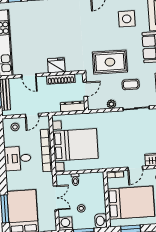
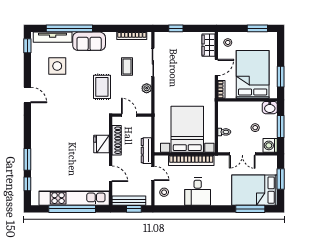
rug: (110, 62) -> (102, 87), width x0.73, depth x0.70
door: (29, 76) -> (111, 174), hinge flipped
dresser: (73, 106) -> (146, 151), moved
door: (135, 168) -> (216, 67), hinge flipped
double door: (56, 198) -> (242, 154), swing flipped

